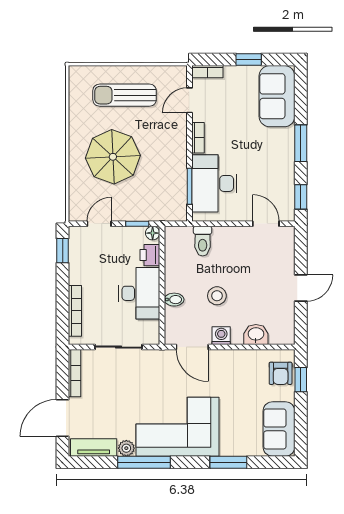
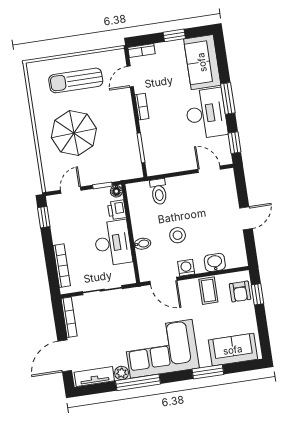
desk: (214, 183) -> (206, 113), moved, turned 180
coffee table: (243, 367) -> (208, 291), added
sofa: (279, 429) -> (233, 350), moved, turned 90

